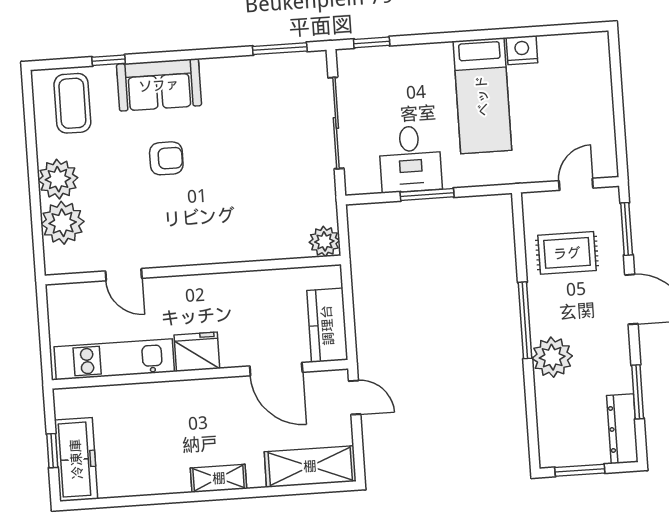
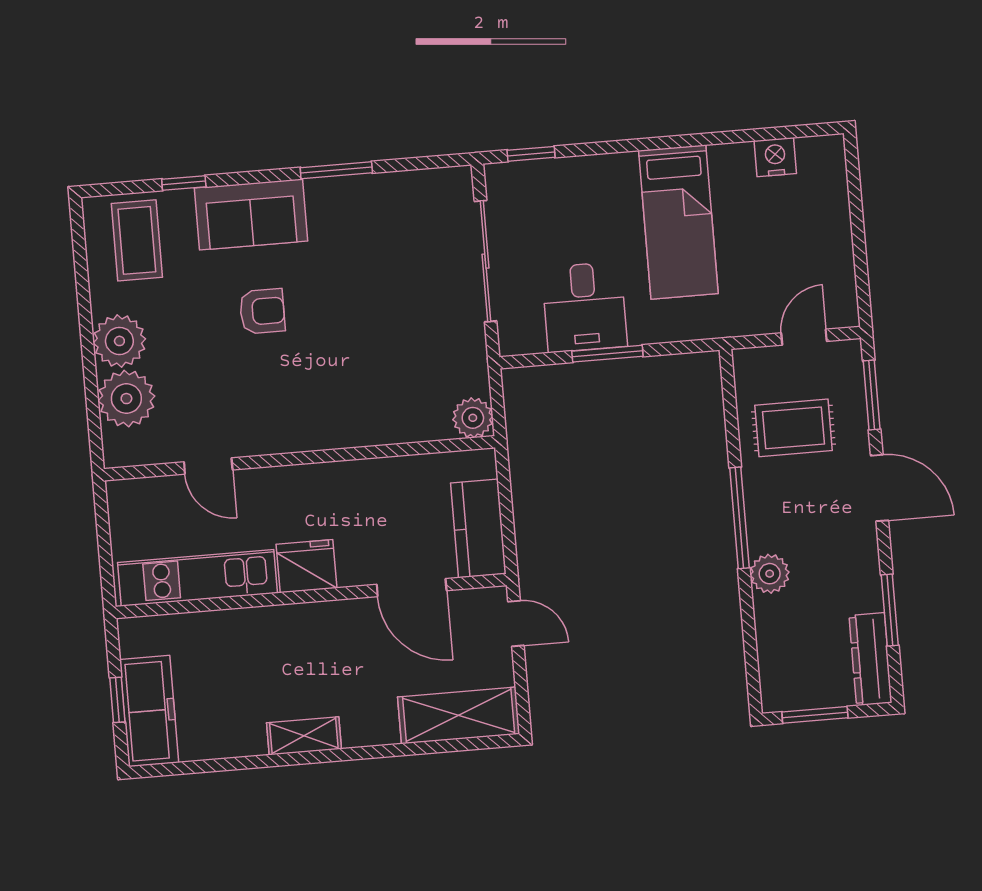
window: (280, 49) -> (336, 170), moved
nightstand: (522, 50) -> (775, 157), moved
plant: (552, 357) -> (770, 574), width x0.73, depth x0.73
shelving: (219, 478) -> (304, 736), moved

